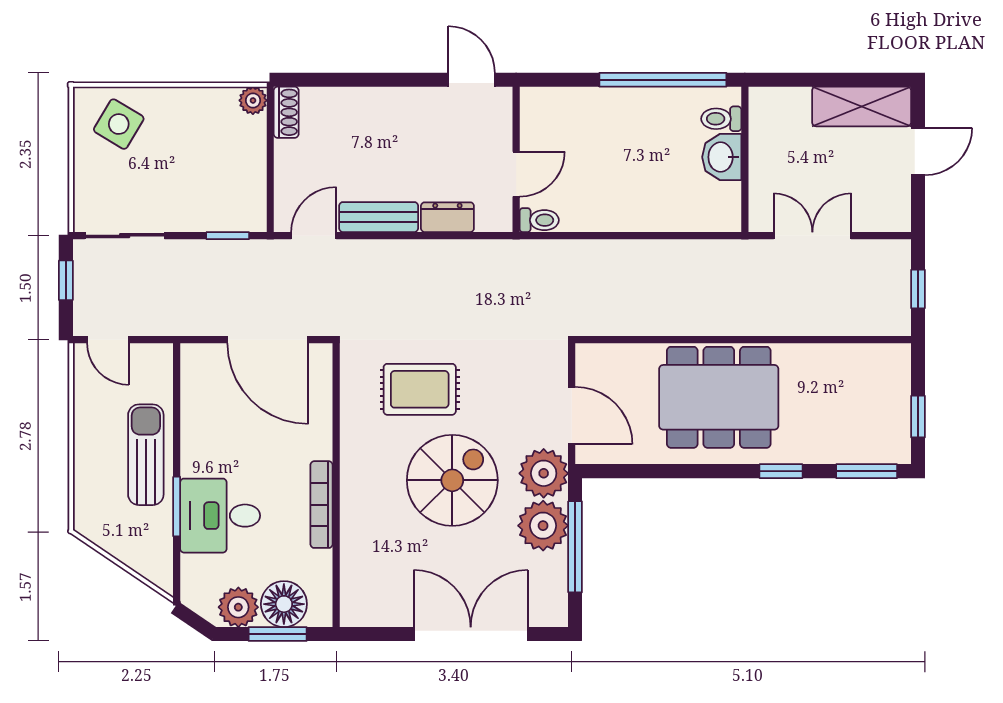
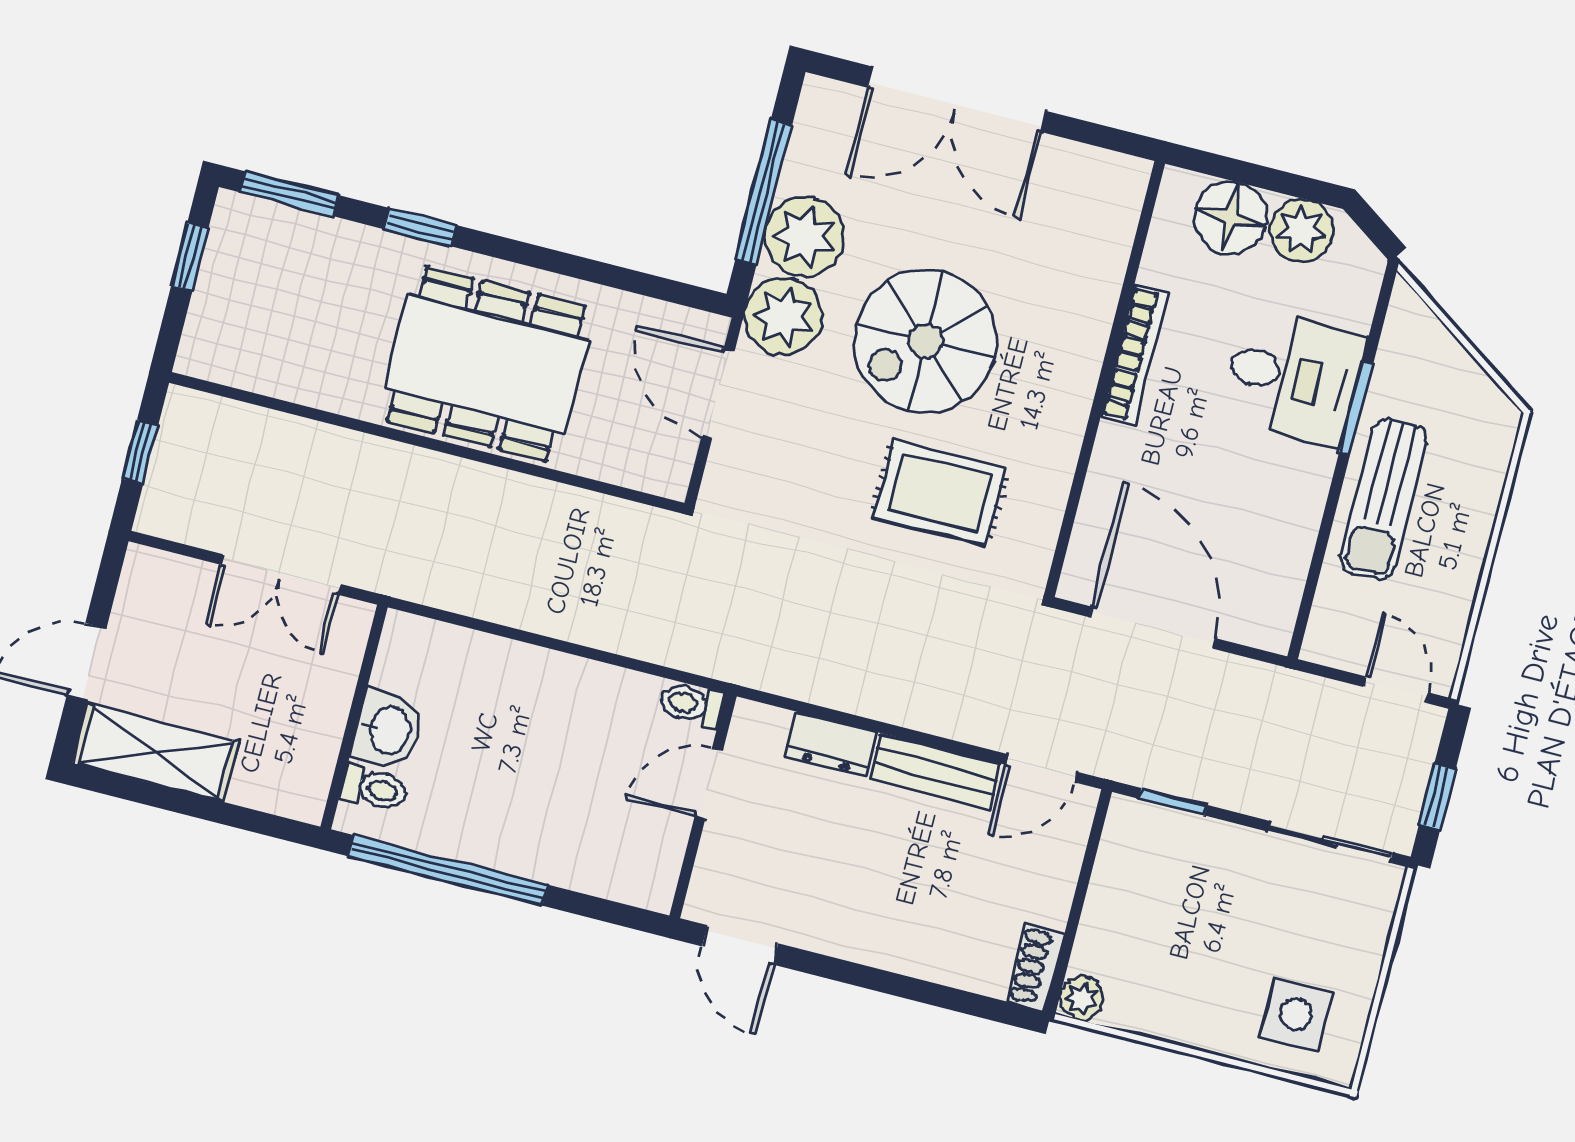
side table: (119, 124) -> (1296, 1015), turned -31
window: (278, 634) -> (1252, 174), removed

